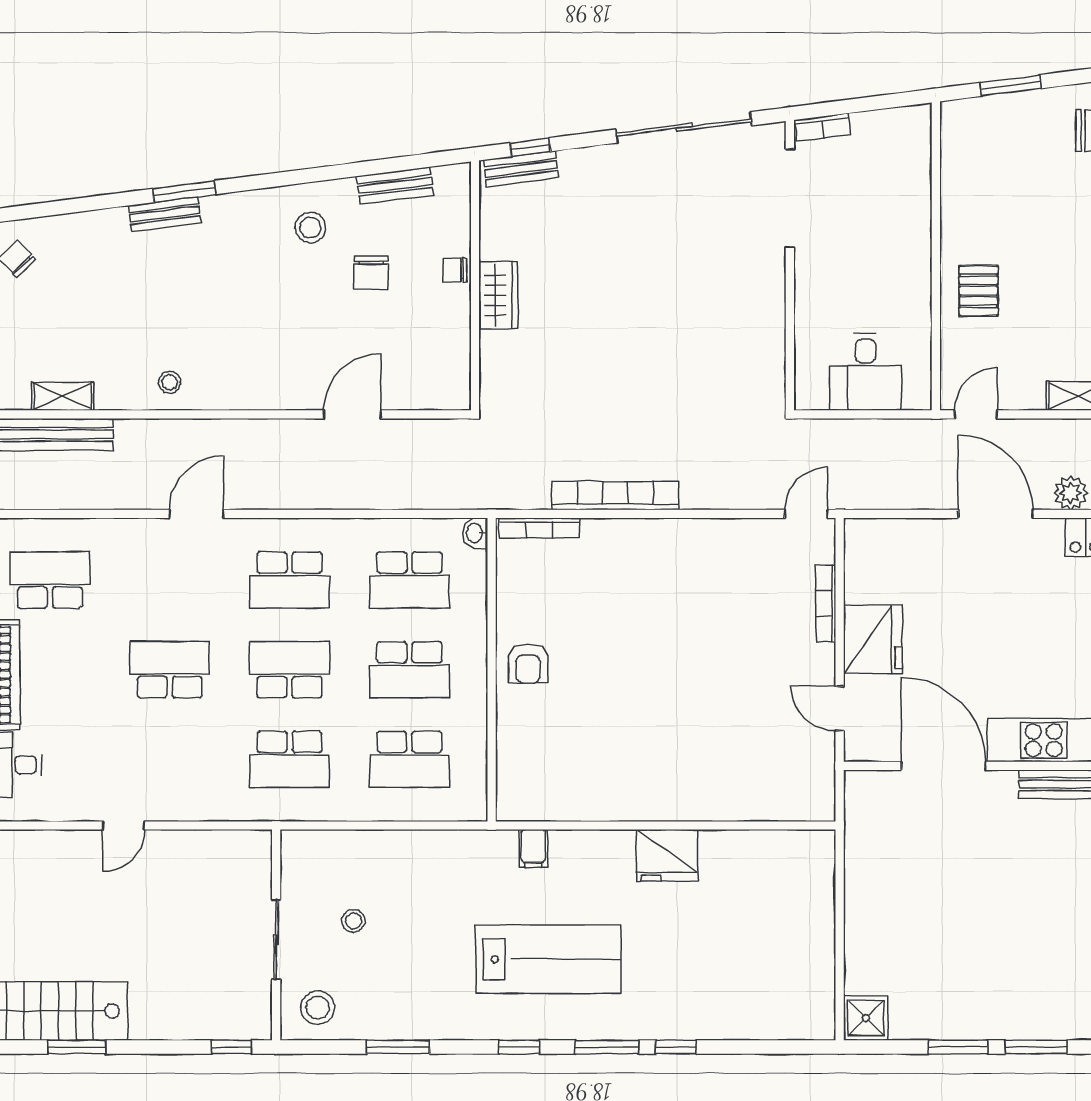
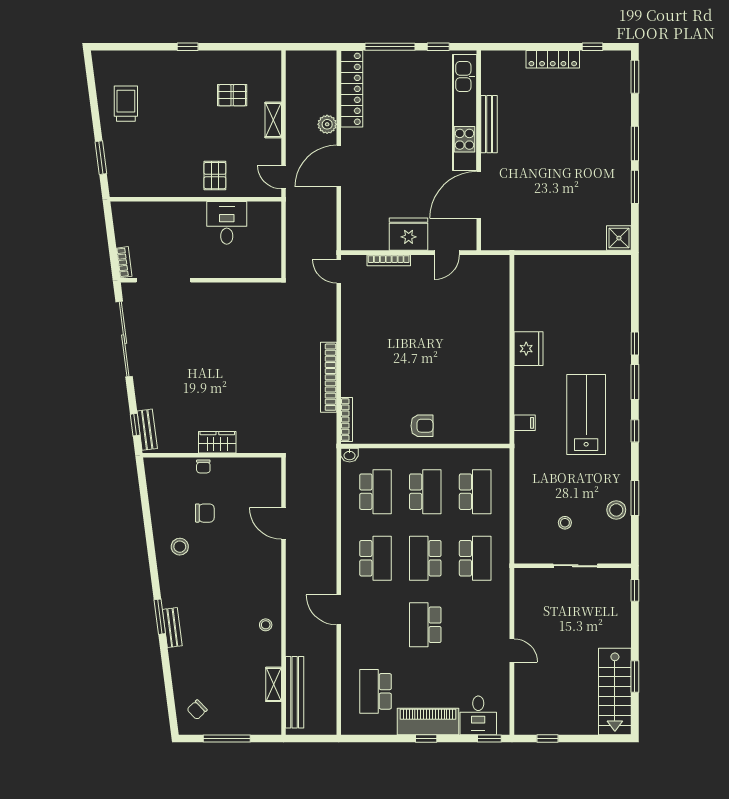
bench: (395, 185) -> (156, 500), removed
pallet: (978, 291) -> (215, 176), turned 90
desk: (866, 372) -> (227, 223), moved, turned -90
stool: (318, 1008) -> (616, 510), moved

